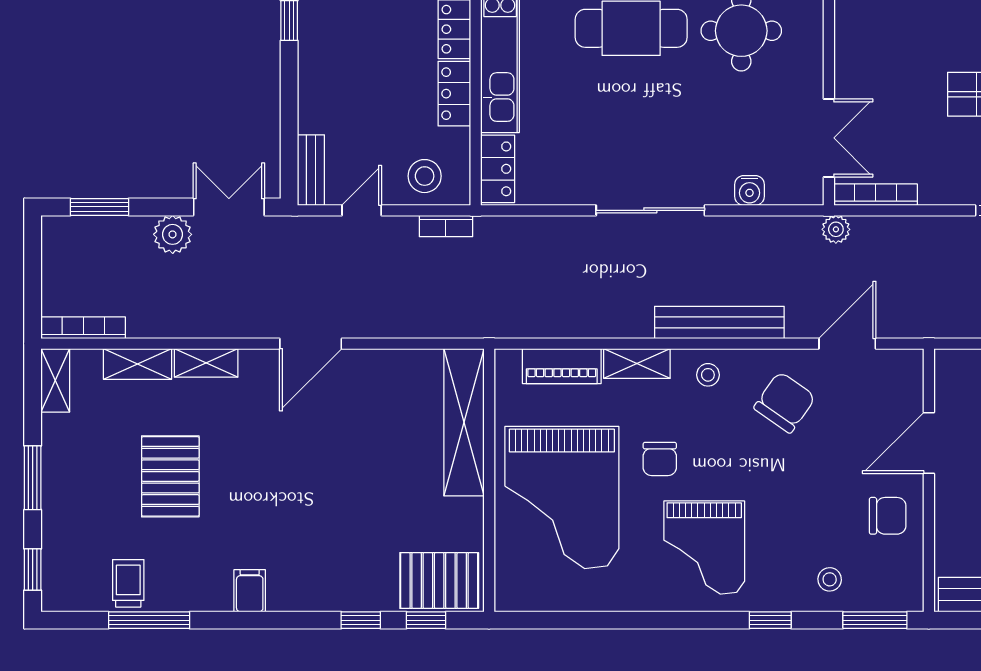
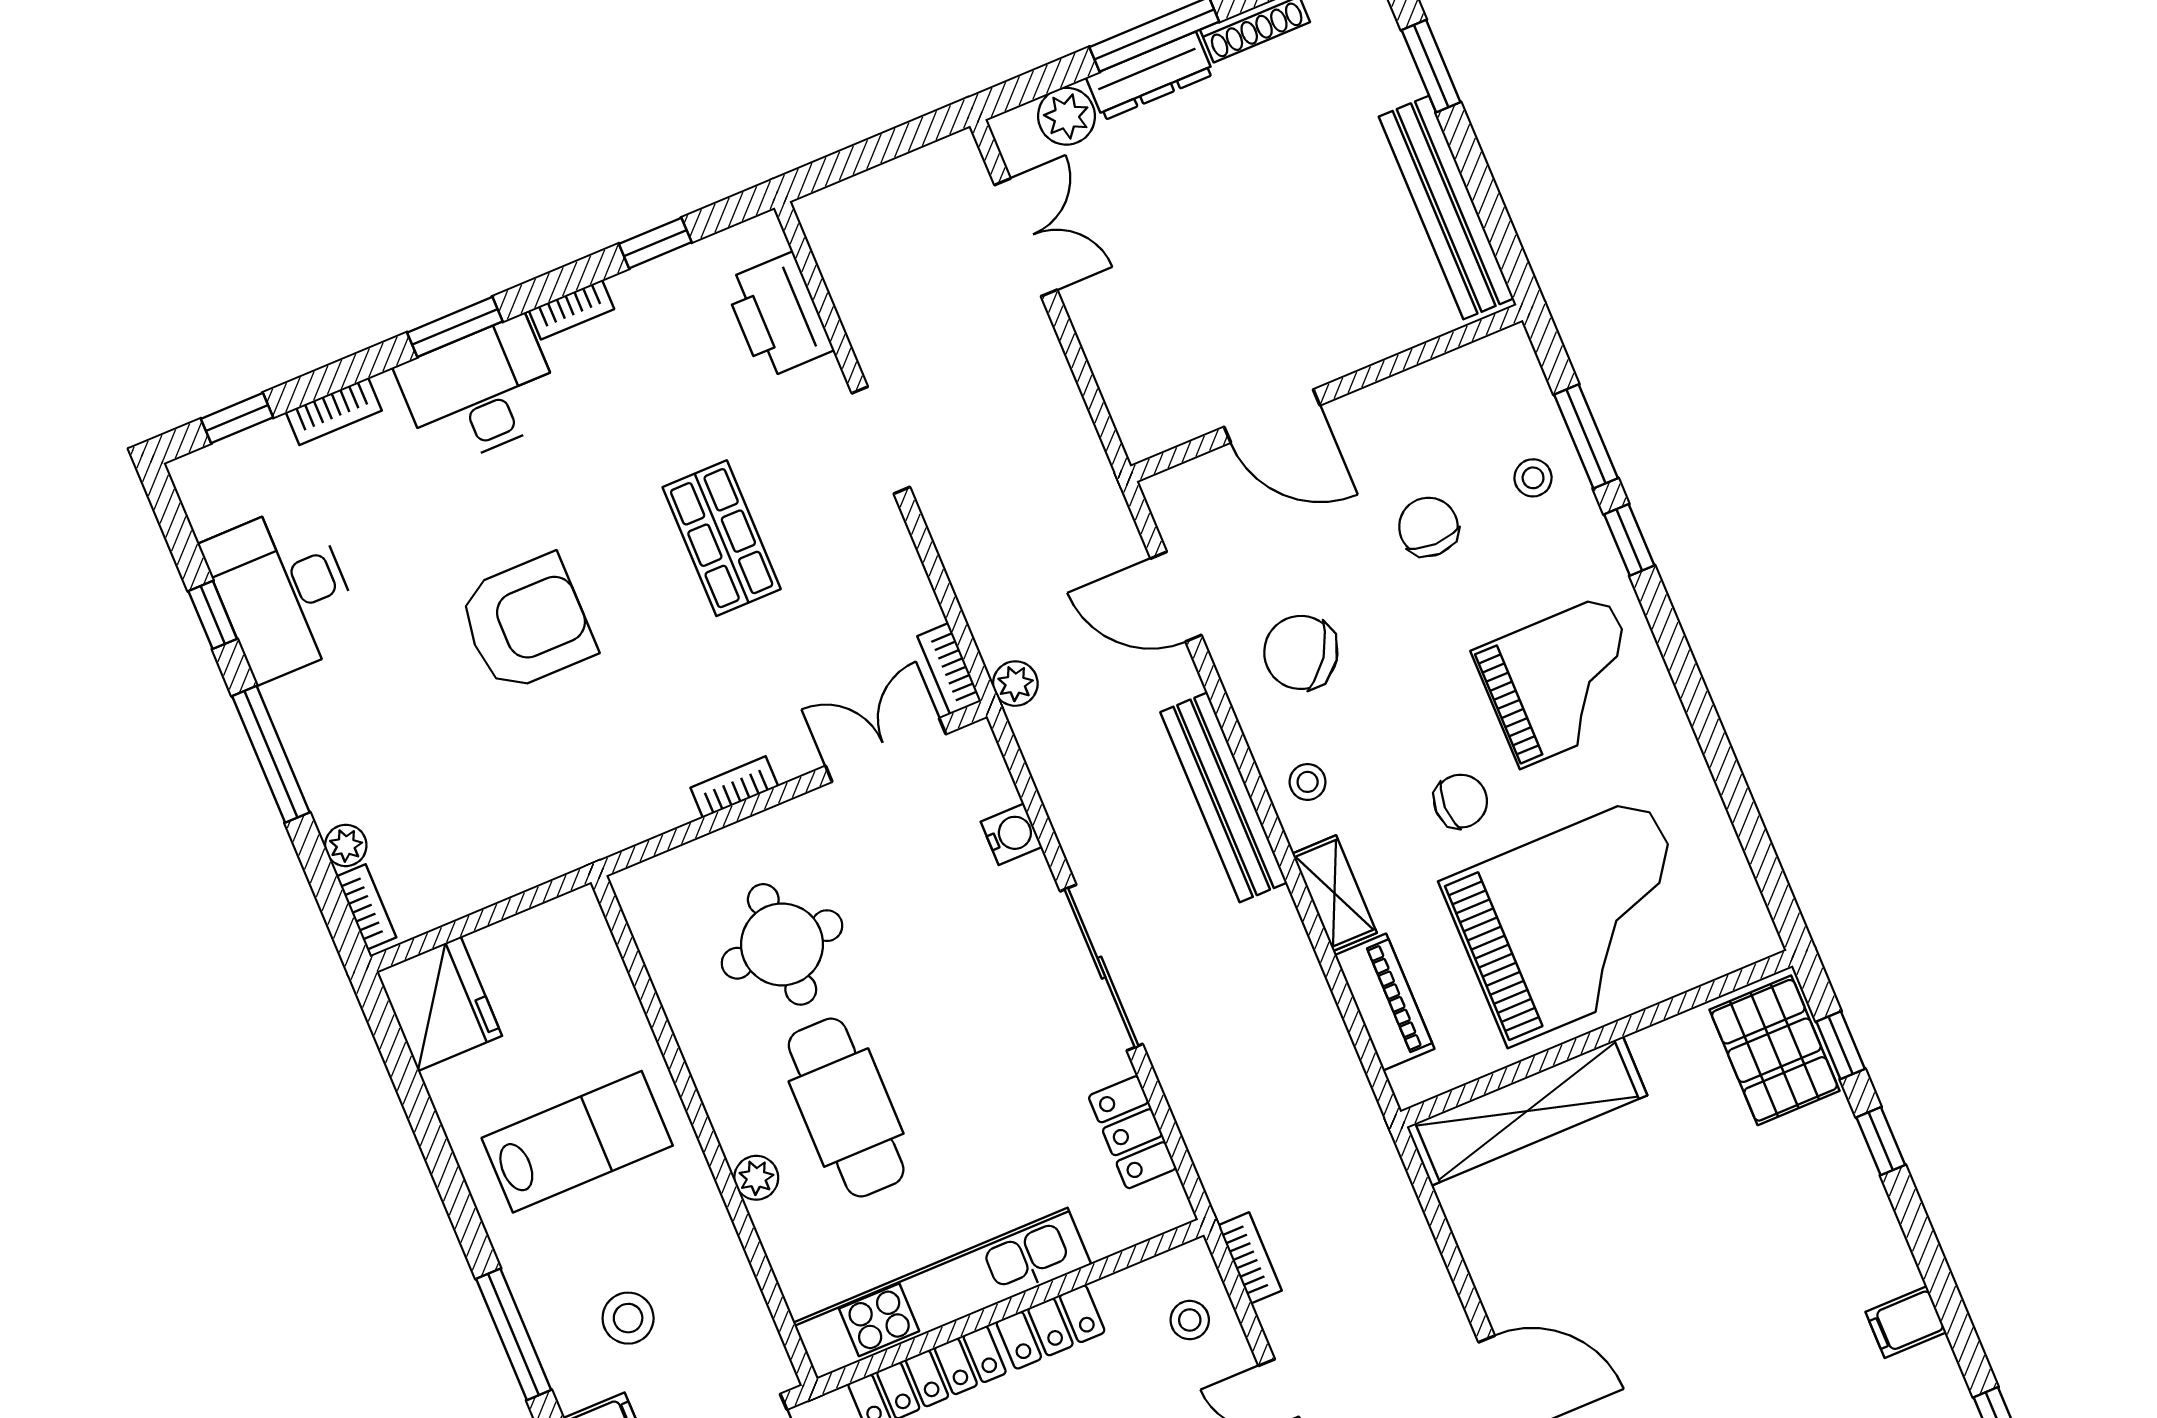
bookcase: (844, 41) -> (734, 787), added
locker: (498, 169) -> (1132, 1132), moved, turned -90
stool: (425, 176) -> (1190, 1320), width x0.73, depth x0.73
bookcase: (876, 195) -> (949, 669), width x0.64
chair: (888, 516) -> (1428, 527), moved
window: (875, 620) -> (1586, 436), moved

